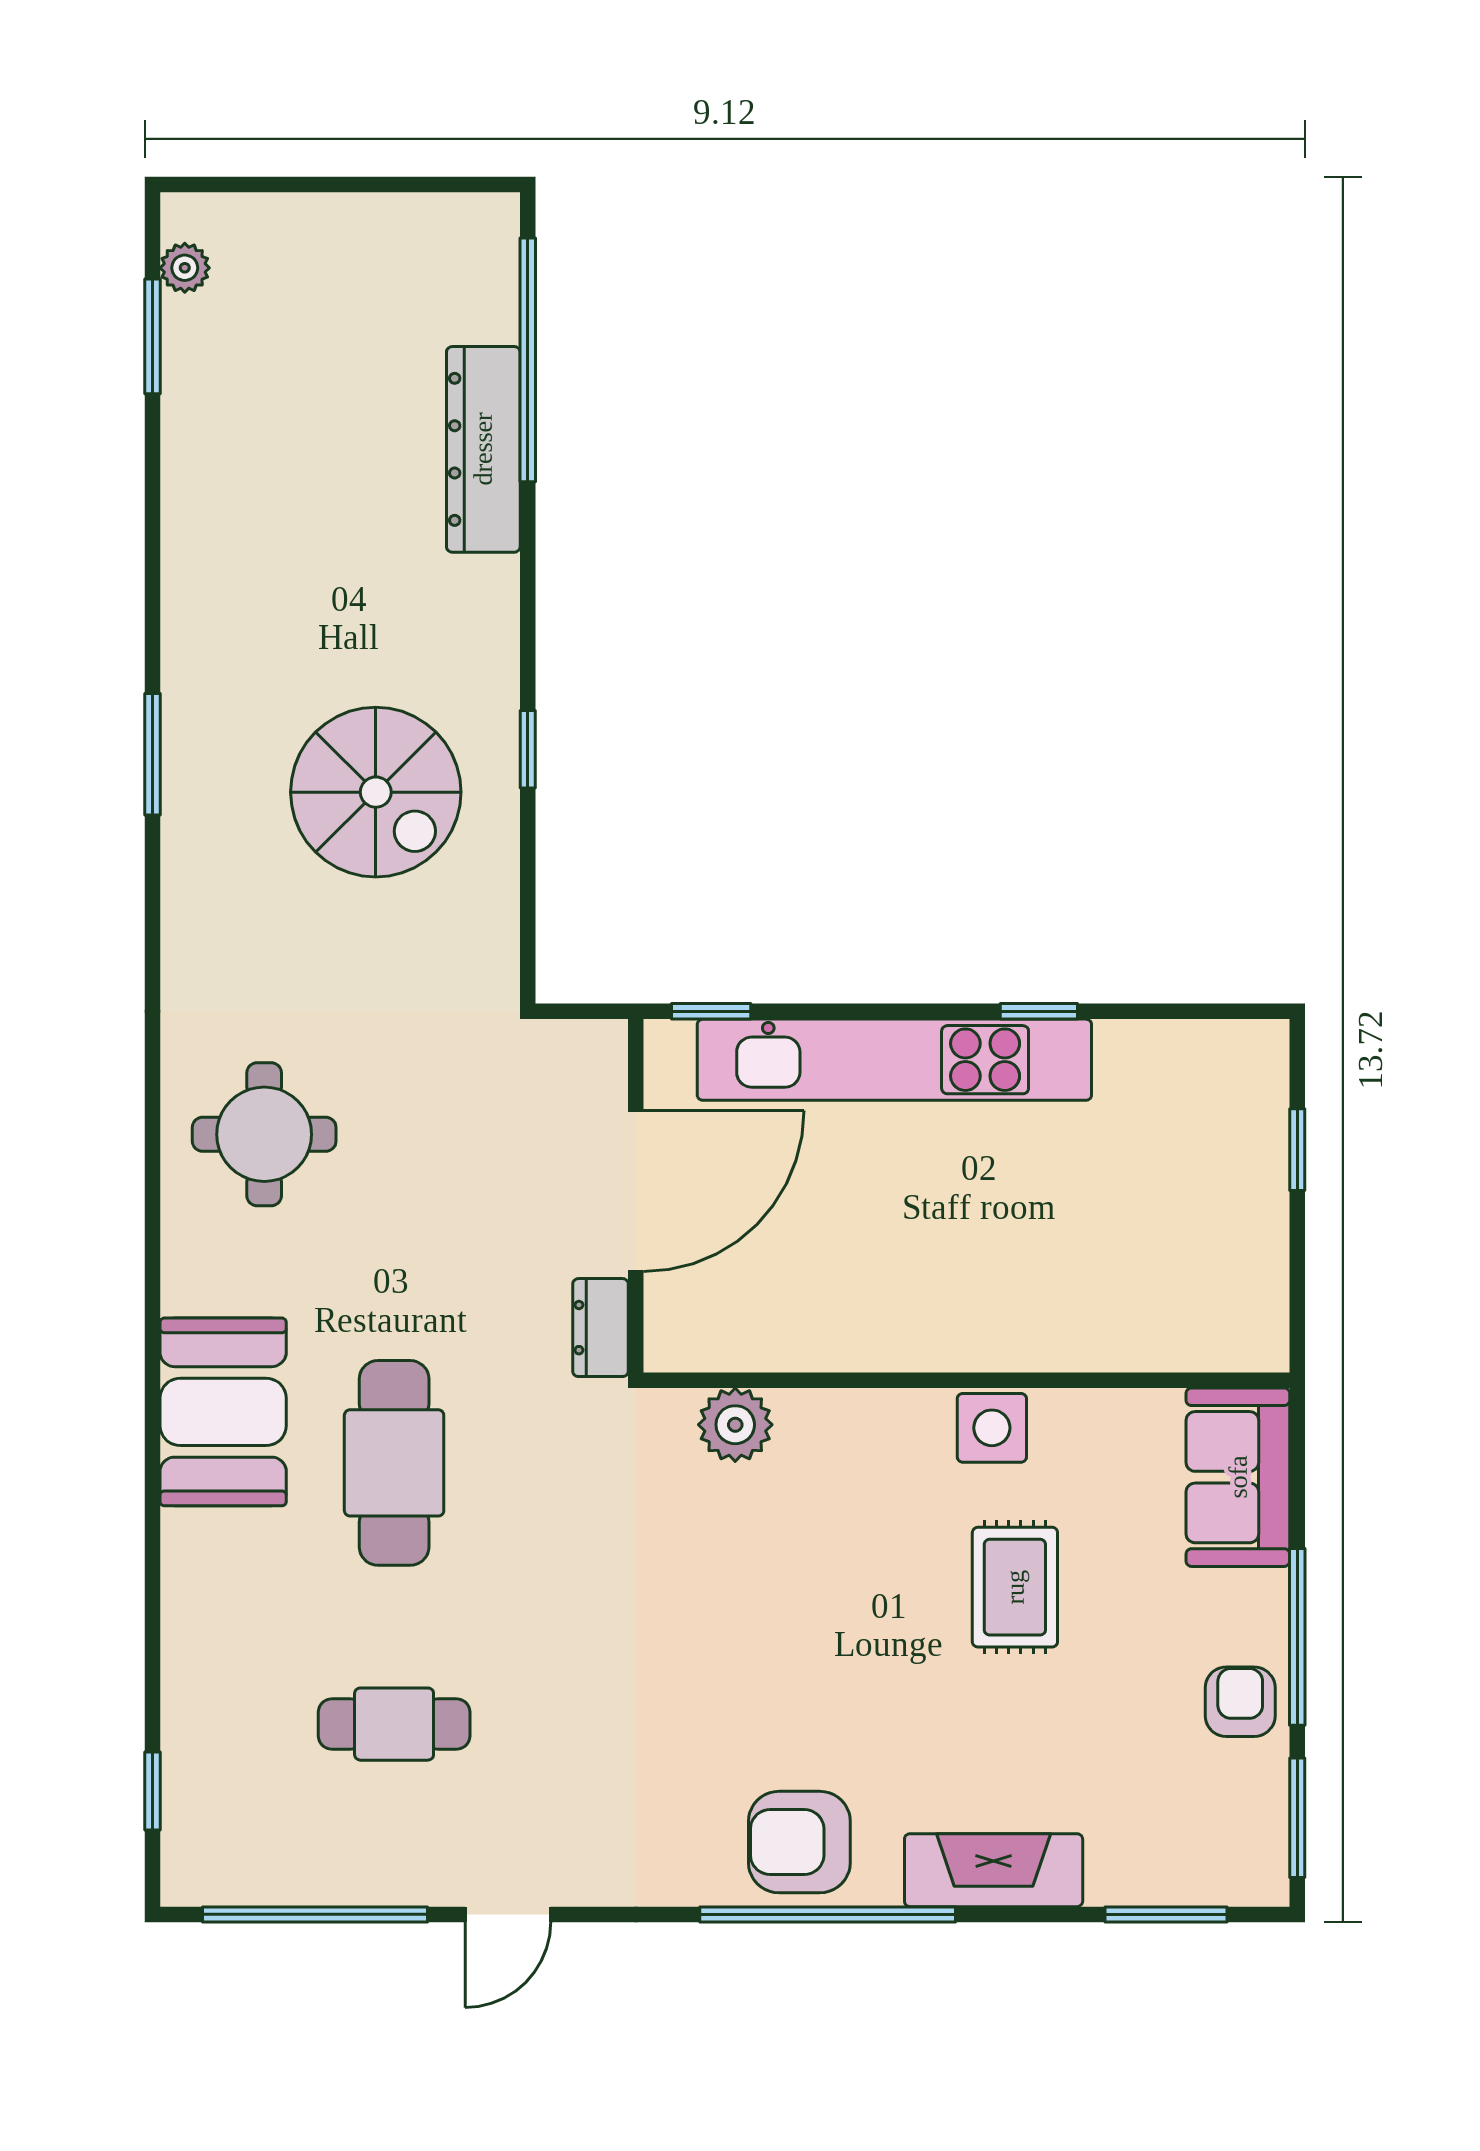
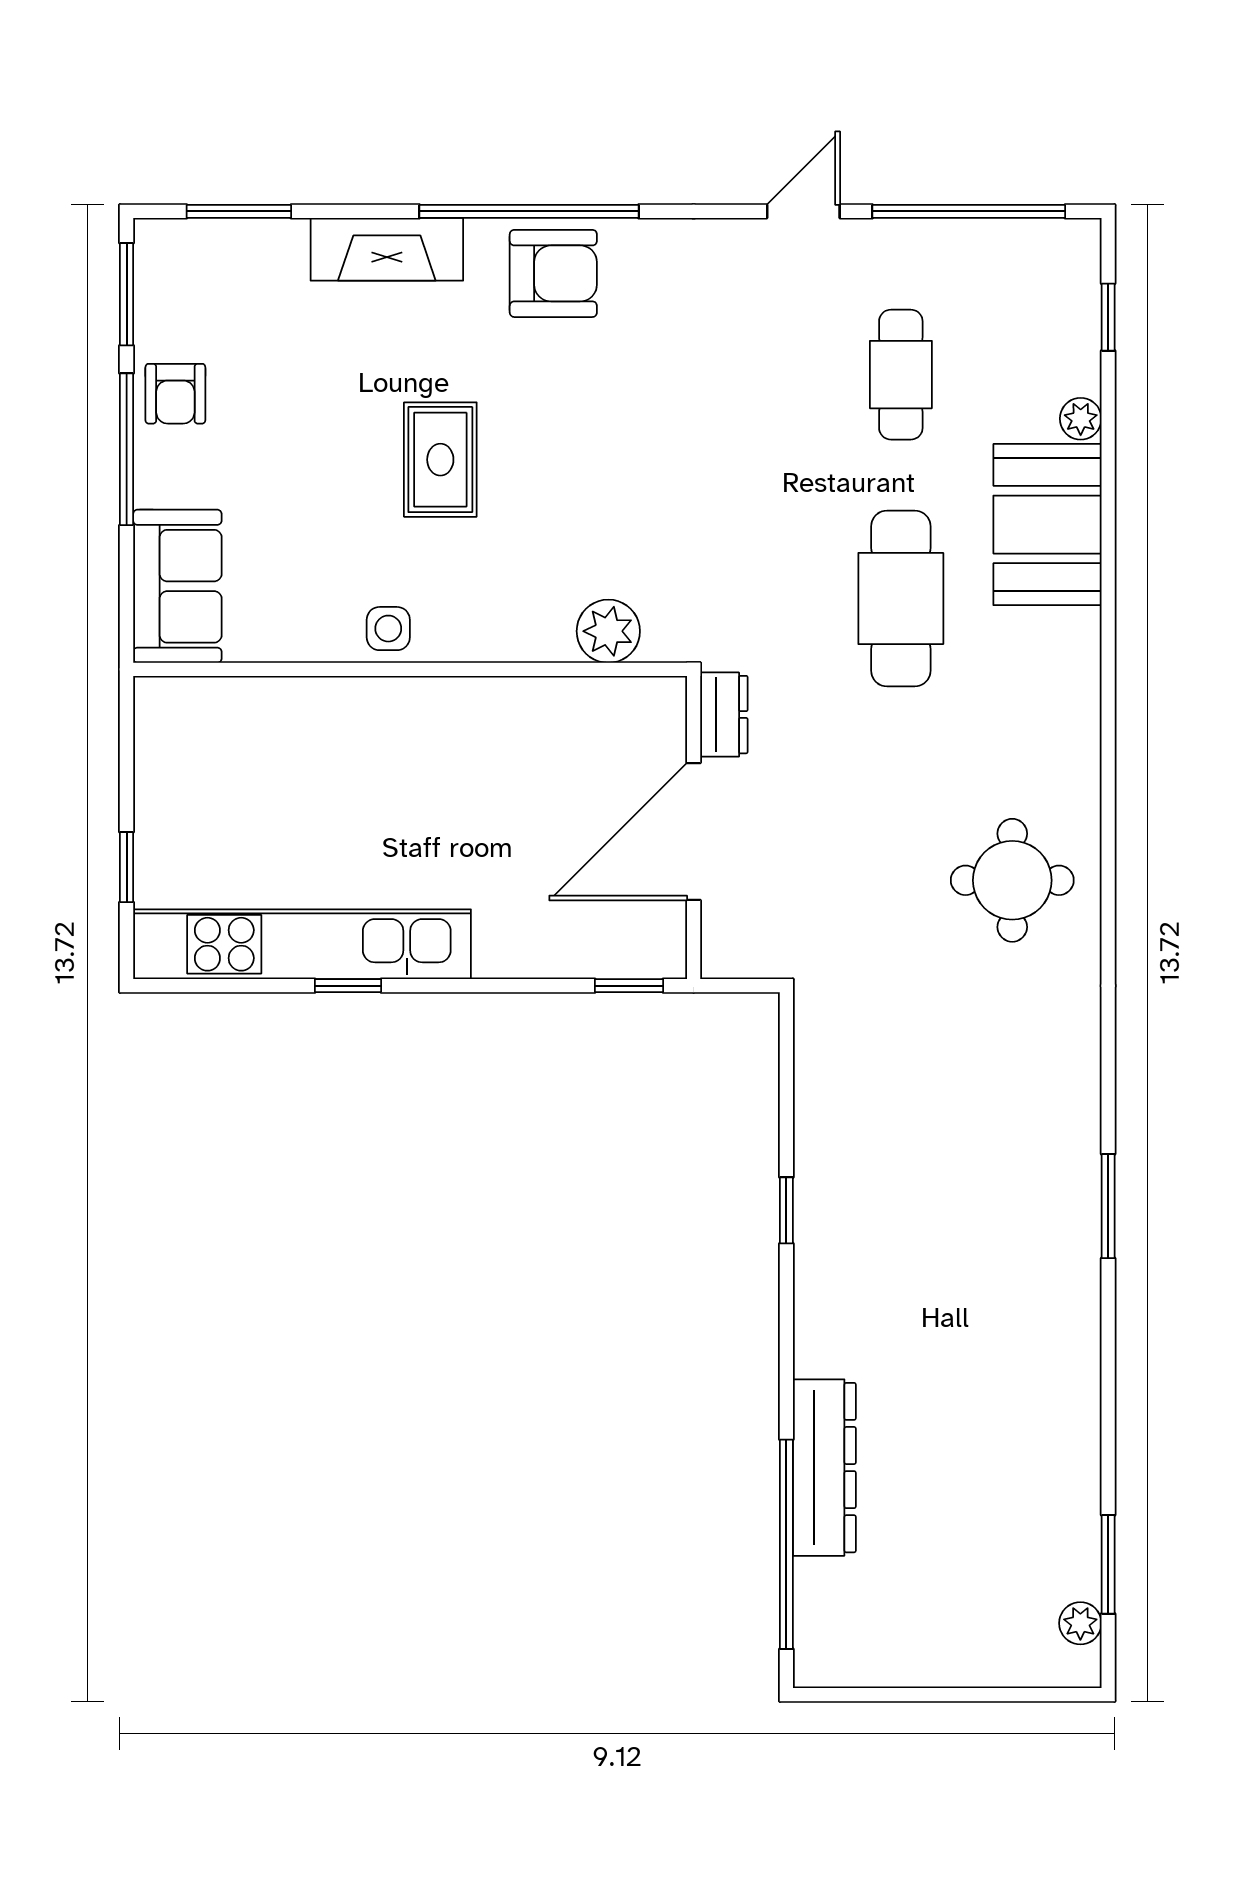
spiral stairs: (376, 792) -> (917, 1174), removed
kitchen unit: (894, 1060) -> (302, 944), moved
booth: (223, 1412) -> (1047, 525), moved
side table: (992, 1428) -> (388, 629), width x0.73, depth x0.73
rug: (1015, 1587) -> (440, 460), moved
plant: (184, 1673) -> (1081, 419), added
cafe table: (394, 1724) -> (901, 375), turned 90

